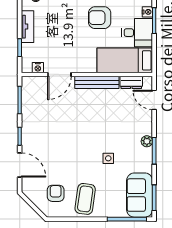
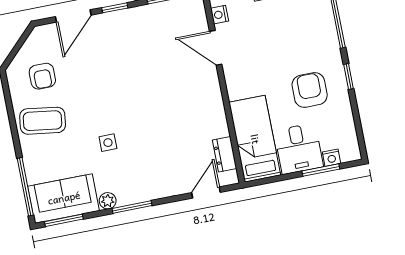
bench: (97, 82) -> (215, 105), removed
plant: (147, 141) -> (108, 201), moved
armchair: (56, 193) -> (42, 76), turned 90

